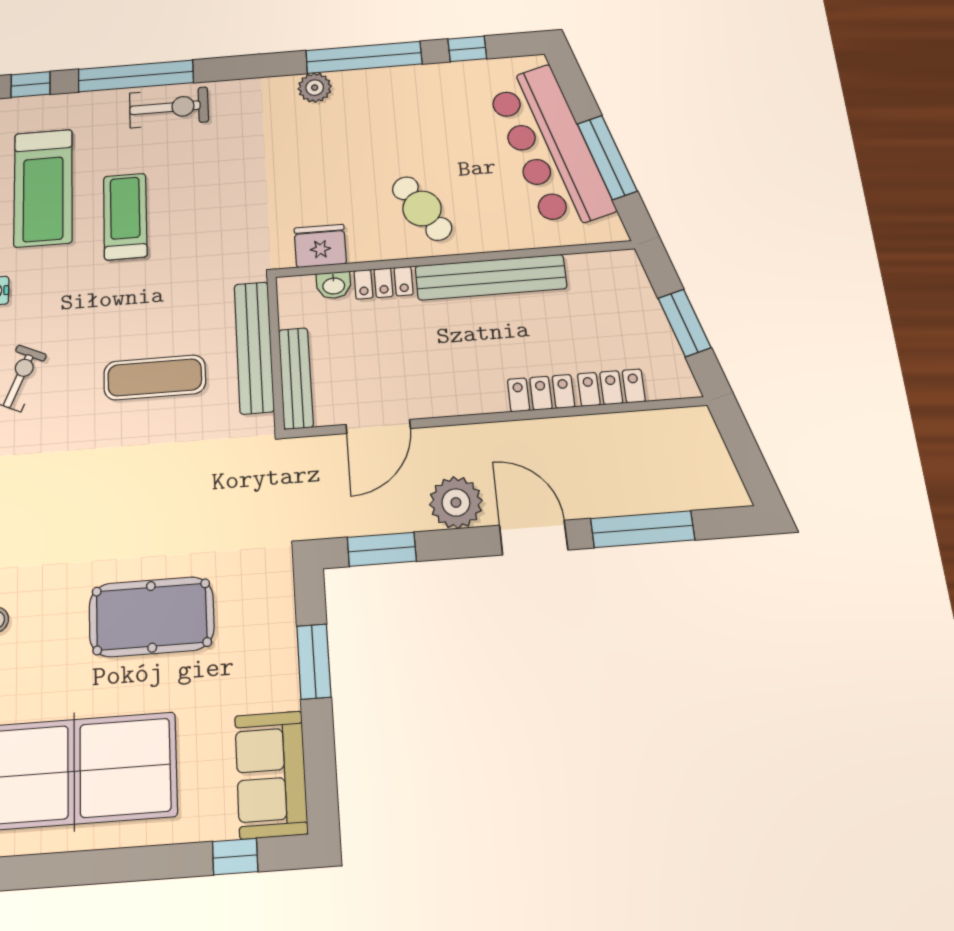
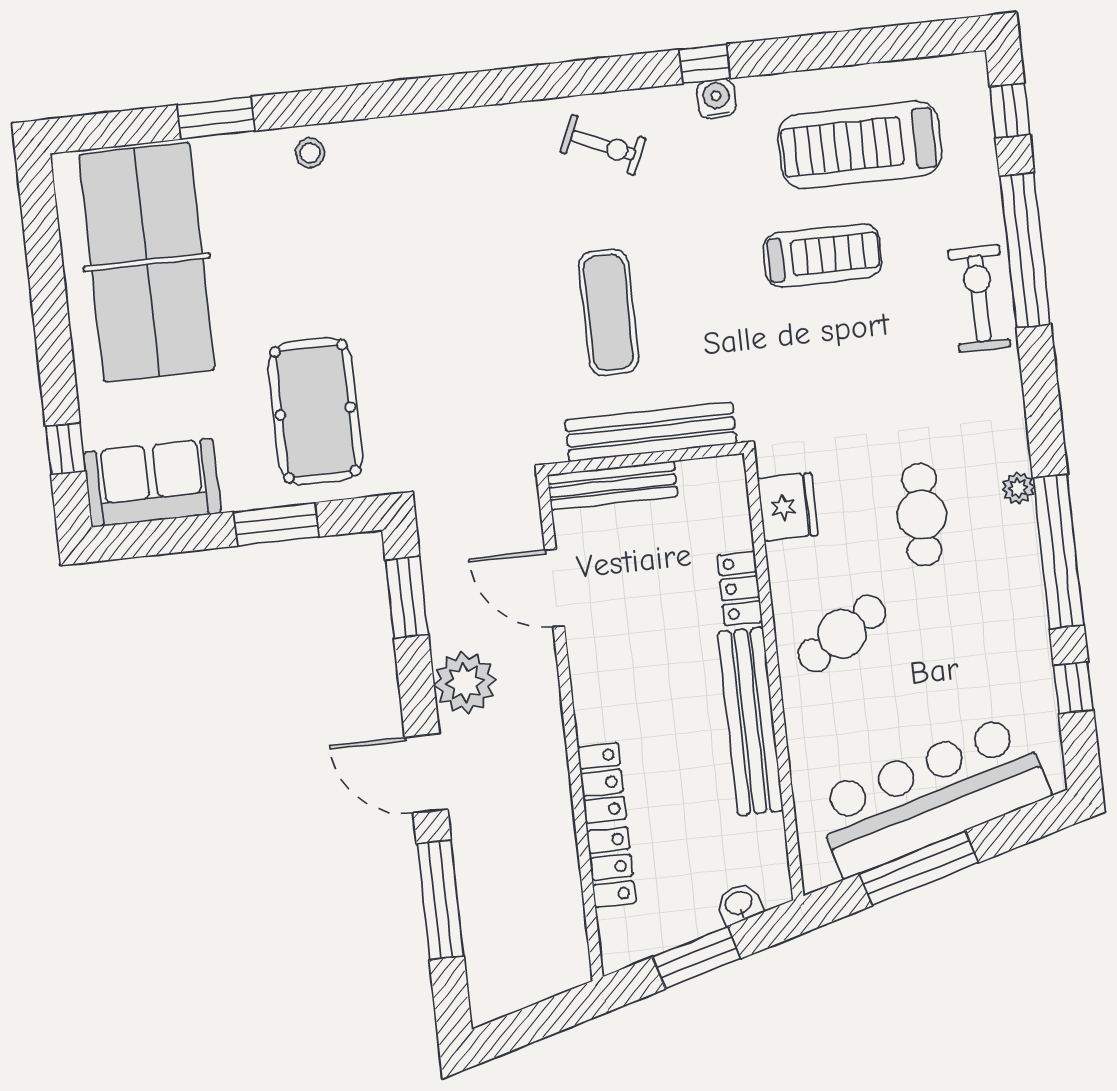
plant: (315, 88) -> (1018, 488), width x0.73, depth x0.73
exercise bike: (169, 107) -> (979, 298), turned 180
cafe table: (331, 150) -> (922, 515), added
washbasin: (334, 285) -> (739, 904), moved, turned 74
door: (533, 538) -> (426, 773), swing flipped
pool table: (152, 617) -> (315, 411), moved

